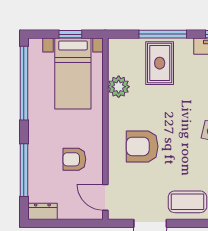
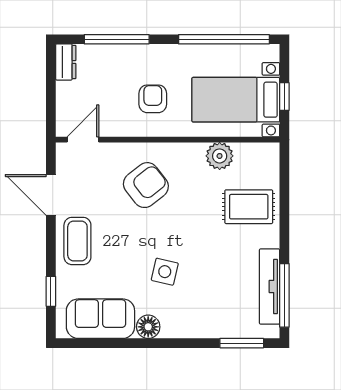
window: (163, 34) -> (284, 210), removed
armchair: (142, 146) -> (146, 185), turned 52
armchair: (74, 159) -> (153, 99), moved

